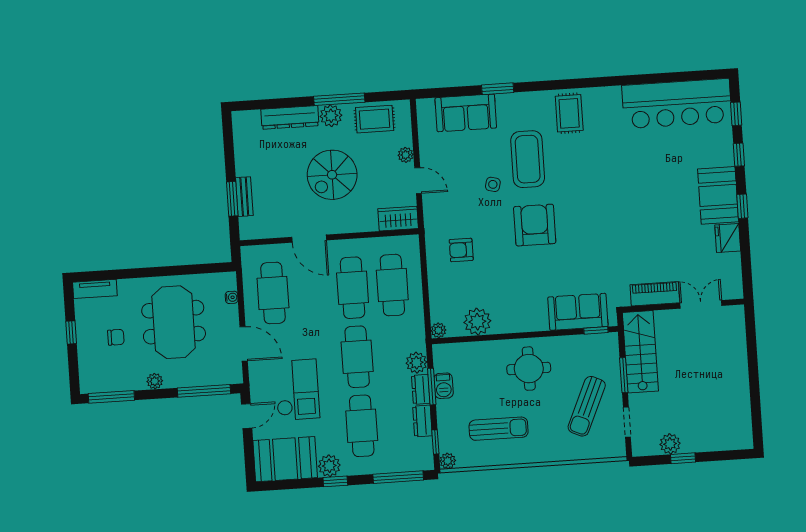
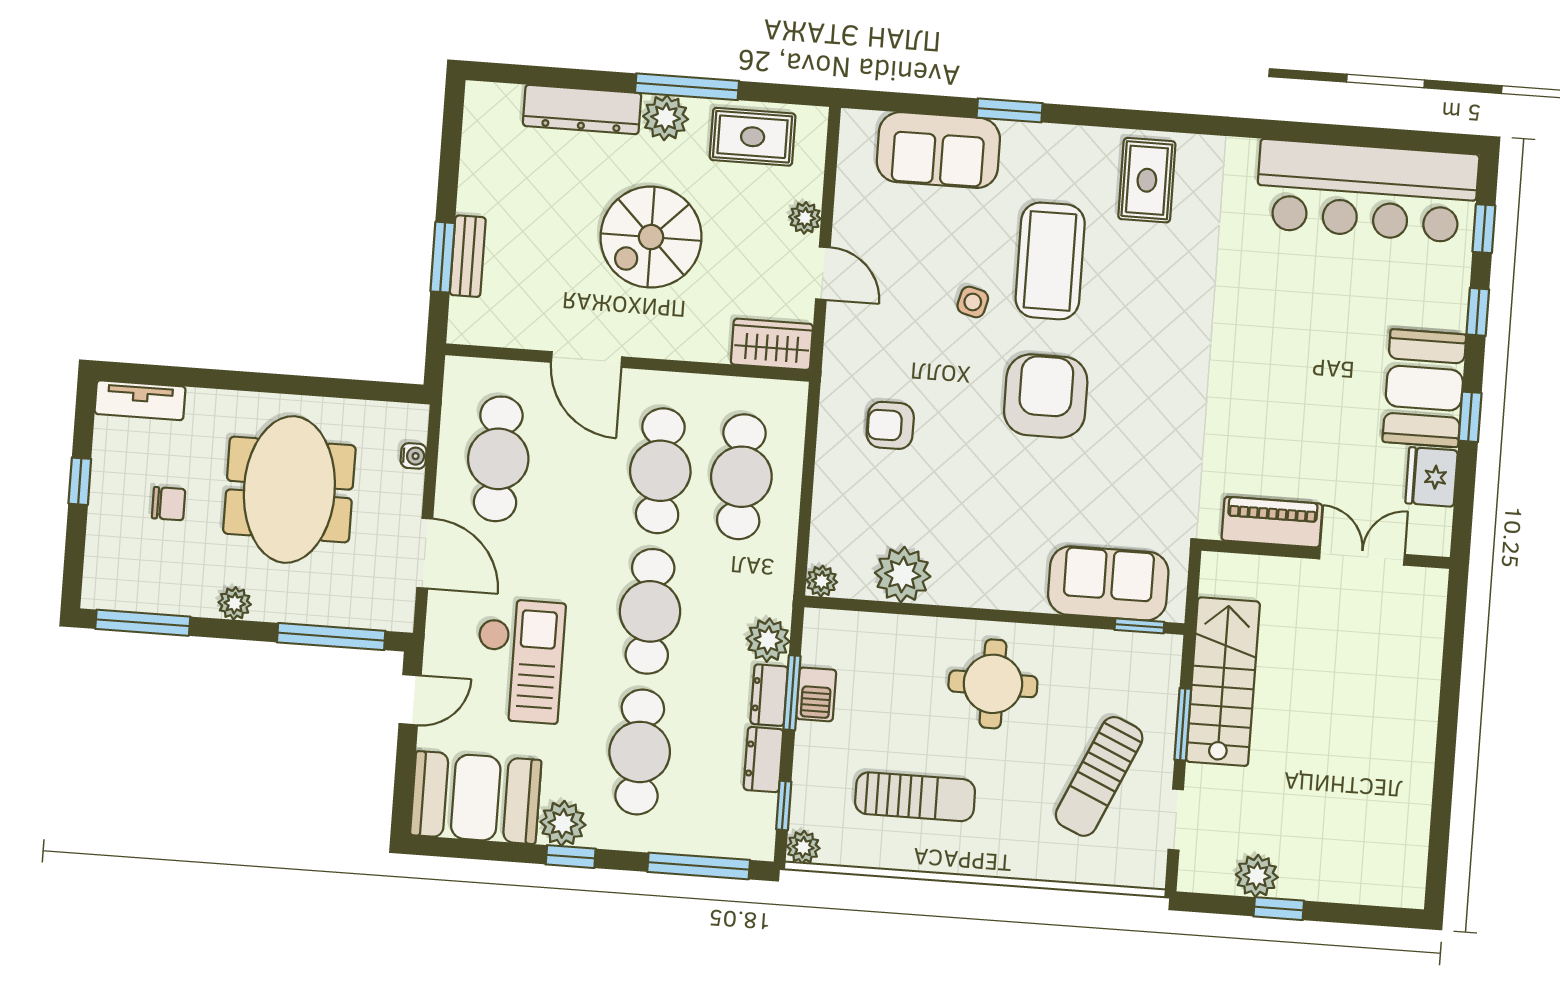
piano: (655, 294) -> (1272, 522), moved
double door: (701, 304) -> (1362, 557), moved
wall: (683, 305) -> (1326, 554), moved

